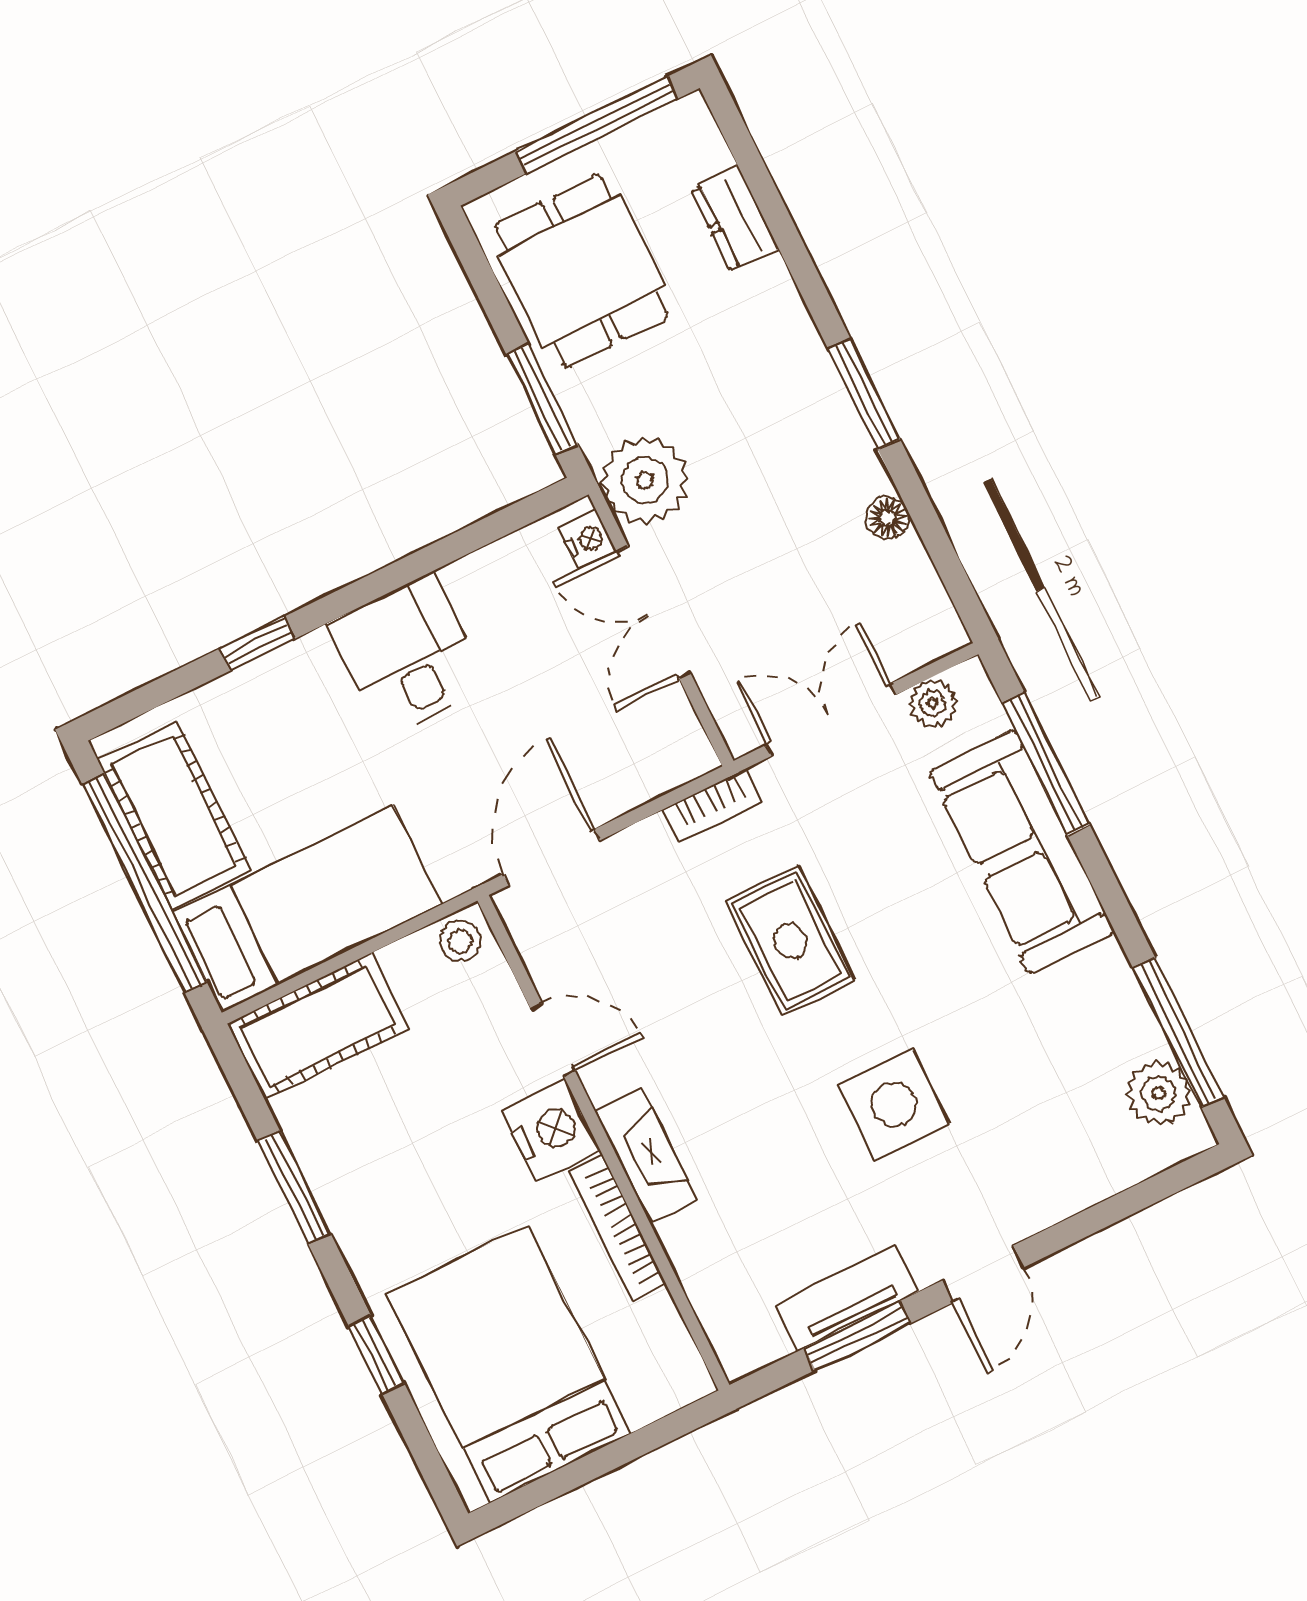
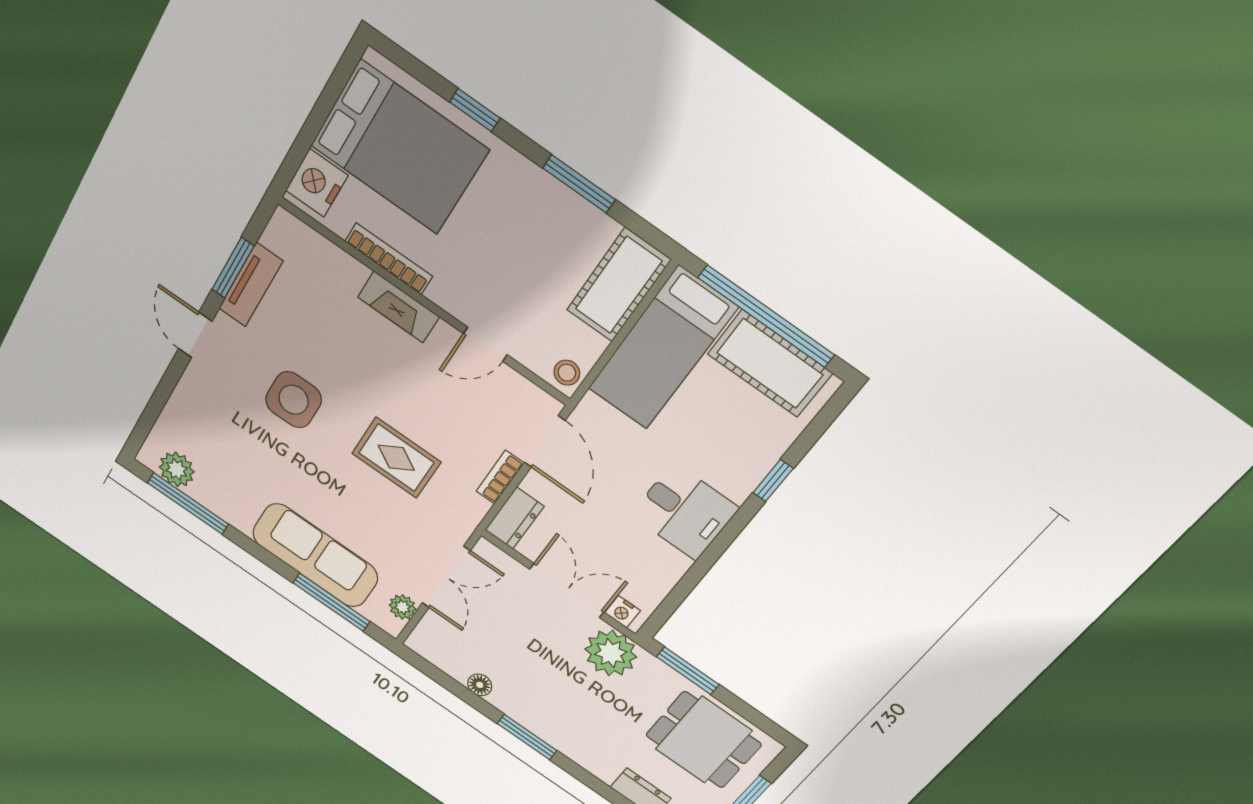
dresser: (666, 763) -> (514, 518), added
bookcase: (712, 806) -> (500, 477), moved
nightstand: (551, 1131) -> (317, 183), moved, turned 90

